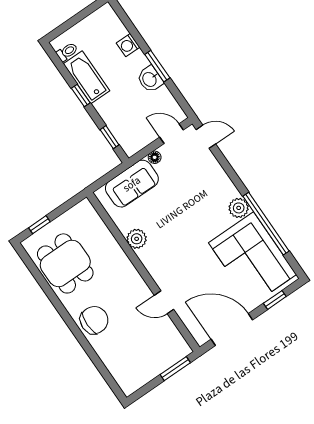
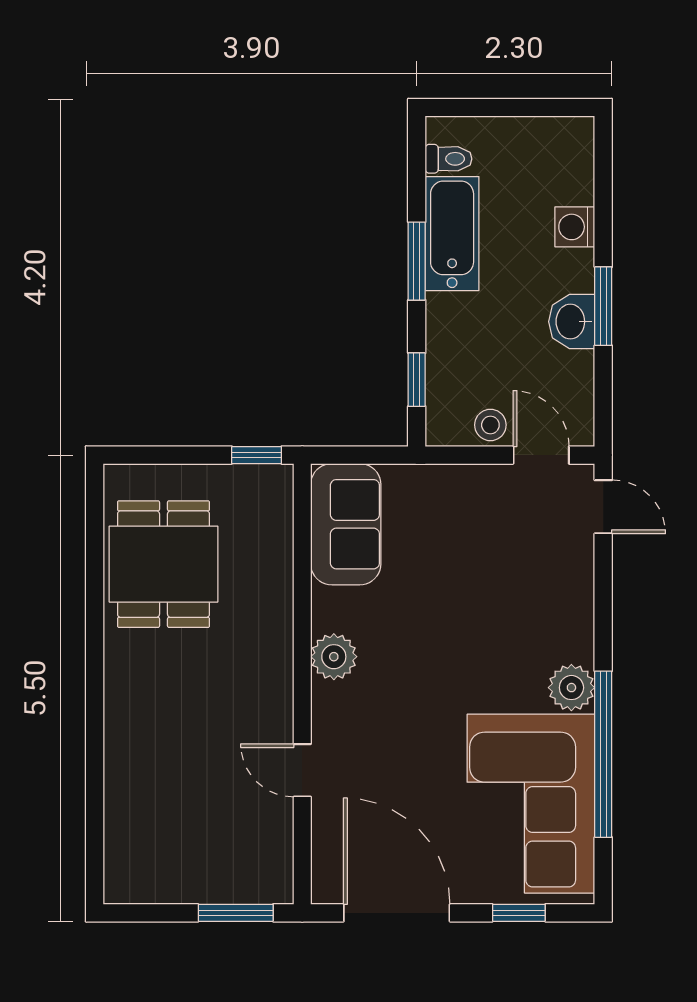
window: (81, 95) -> (417, 261), width x1.50
stool: (146, 135) -> (490, 425), added
floor lamp: (155, 157) -> (477, 478), removed
sofa: (132, 184) -> (346, 524), moved, turned -90
window: (39, 225) -> (257, 455), moved
plant: (137, 239) -> (334, 657), moved
chair: (94, 320) -> (144, 712), removed

